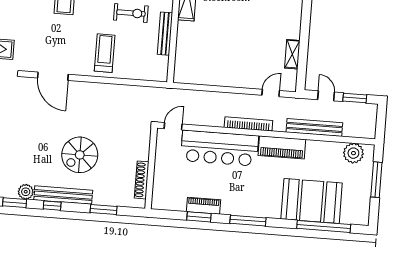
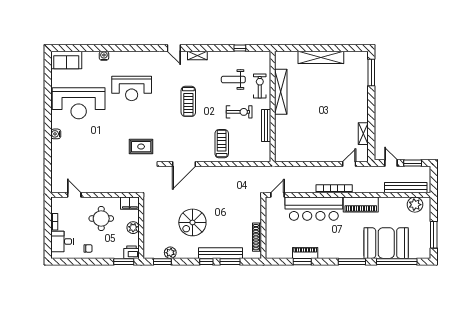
door: (53, 76) -> (184, 164), hinge flipped
bench: (314, 128) -> (406, 188), moved
spiral stairs: (80, 155) -> (192, 222), moved
window: (376, 180) -> (434, 235), moved
bench: (63, 195) -> (220, 253), moved
window: (52, 206) -> (206, 262), moved
window: (248, 221) -> (352, 262), moved

